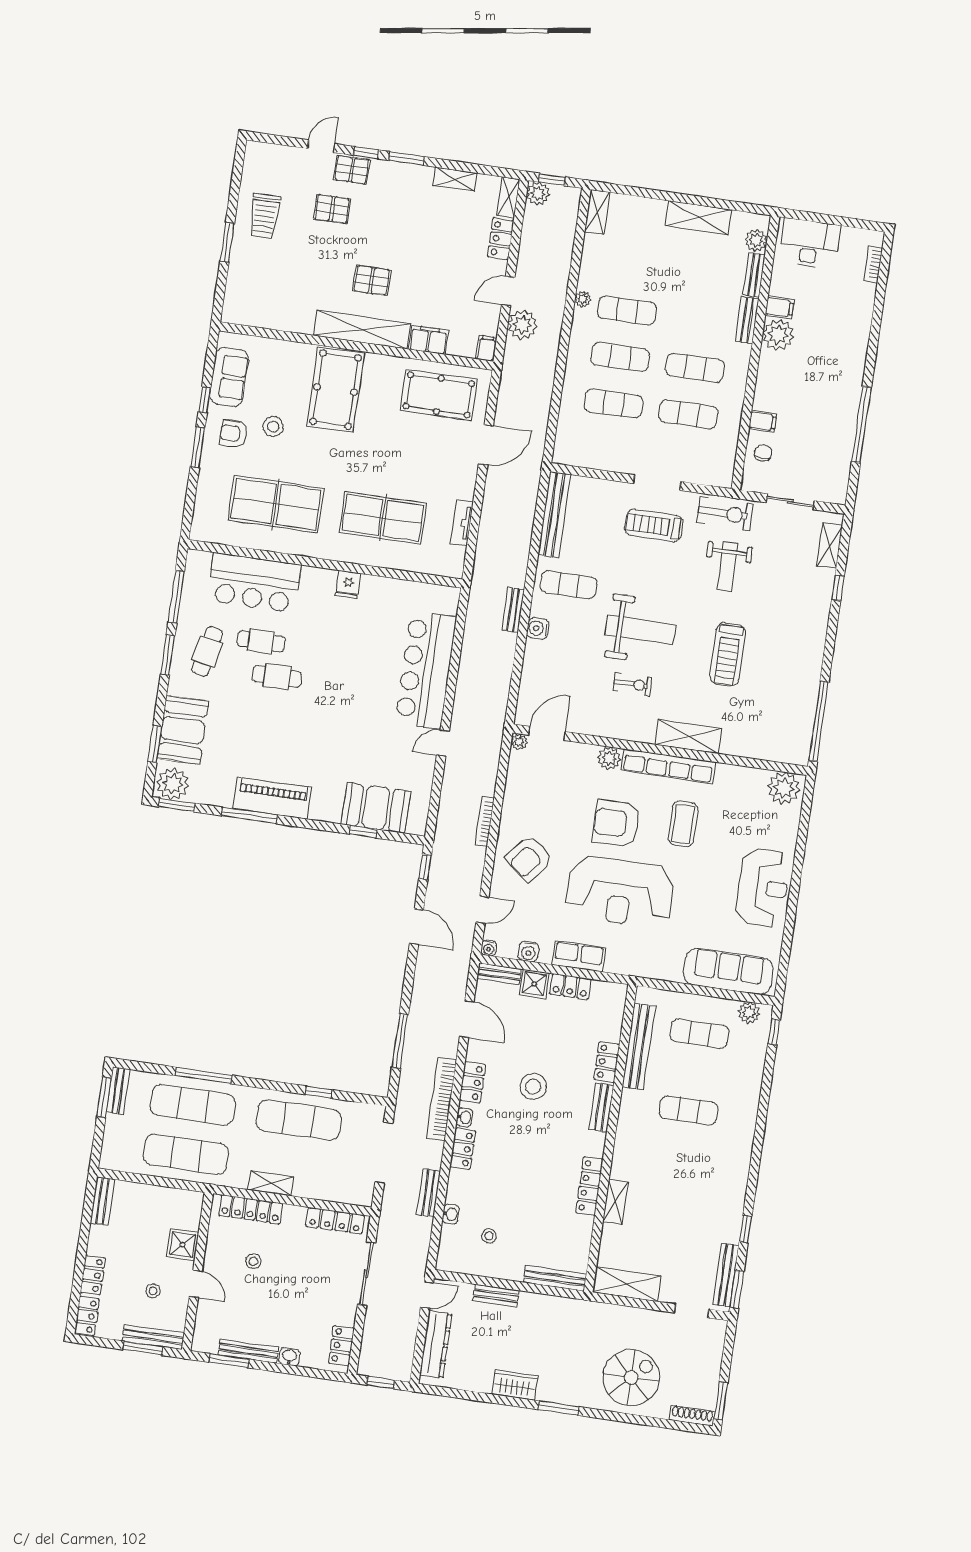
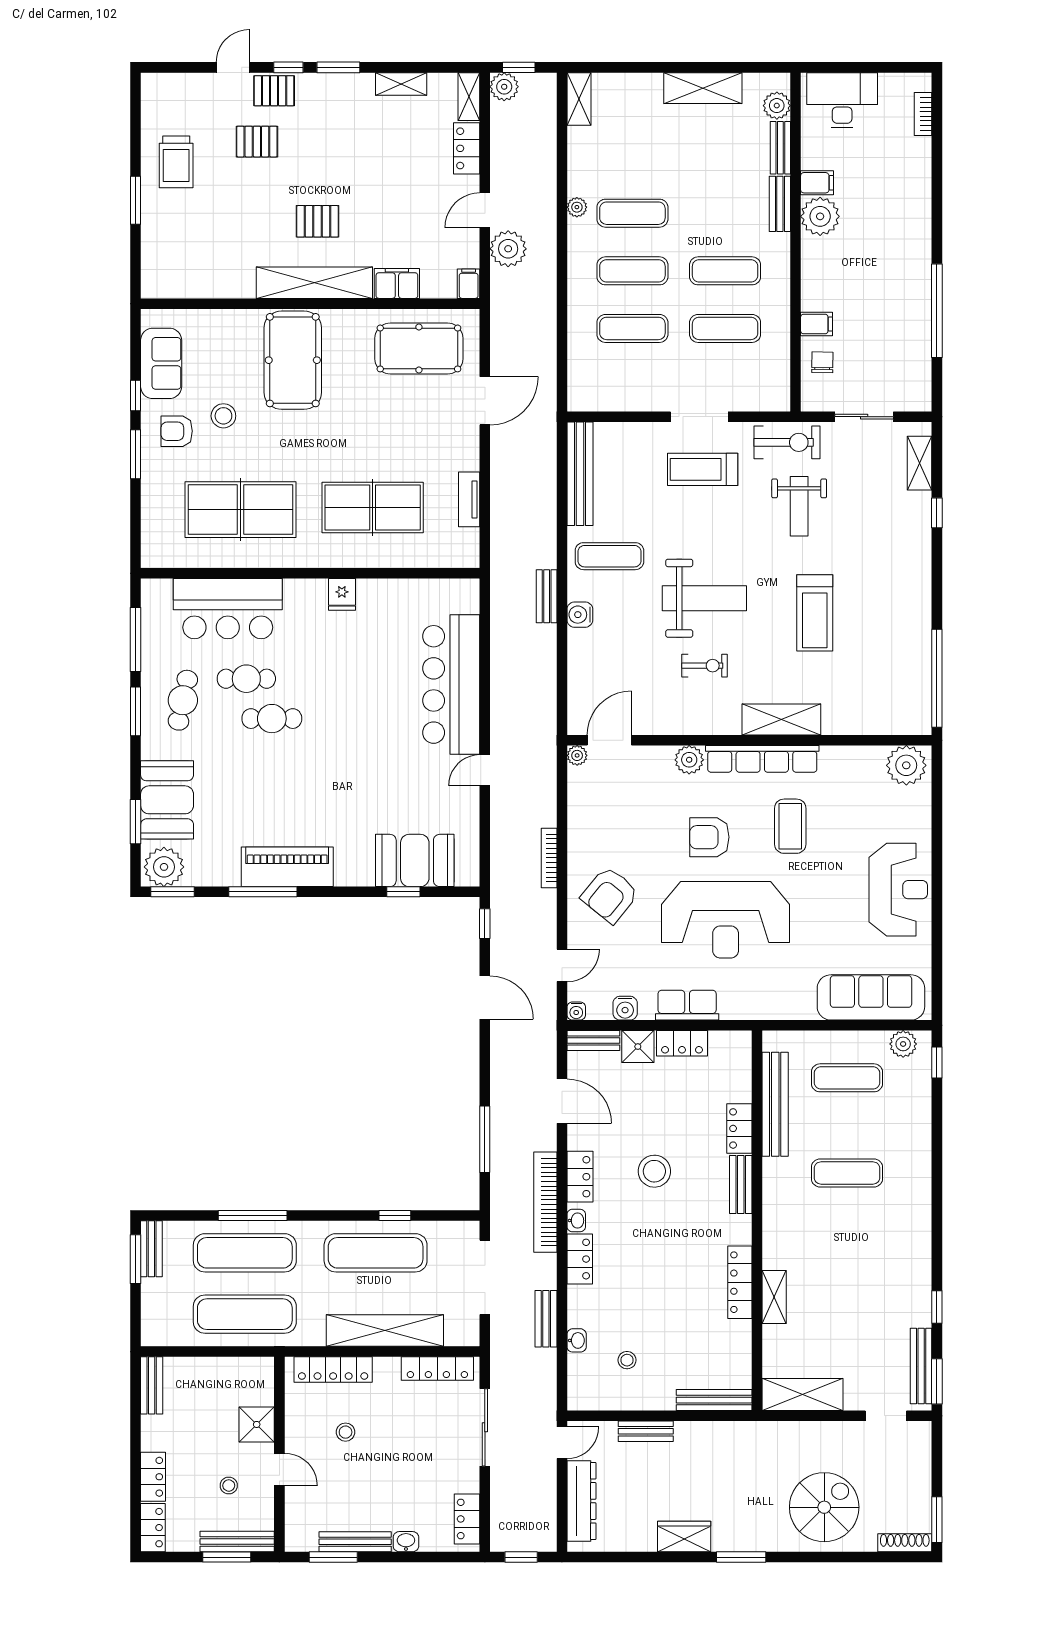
armchair: (616, 823) -> (709, 837), width x0.73, depth x0.73
shelving: (271, 1183) -> (385, 1330), width x2.20, depth x1.33

